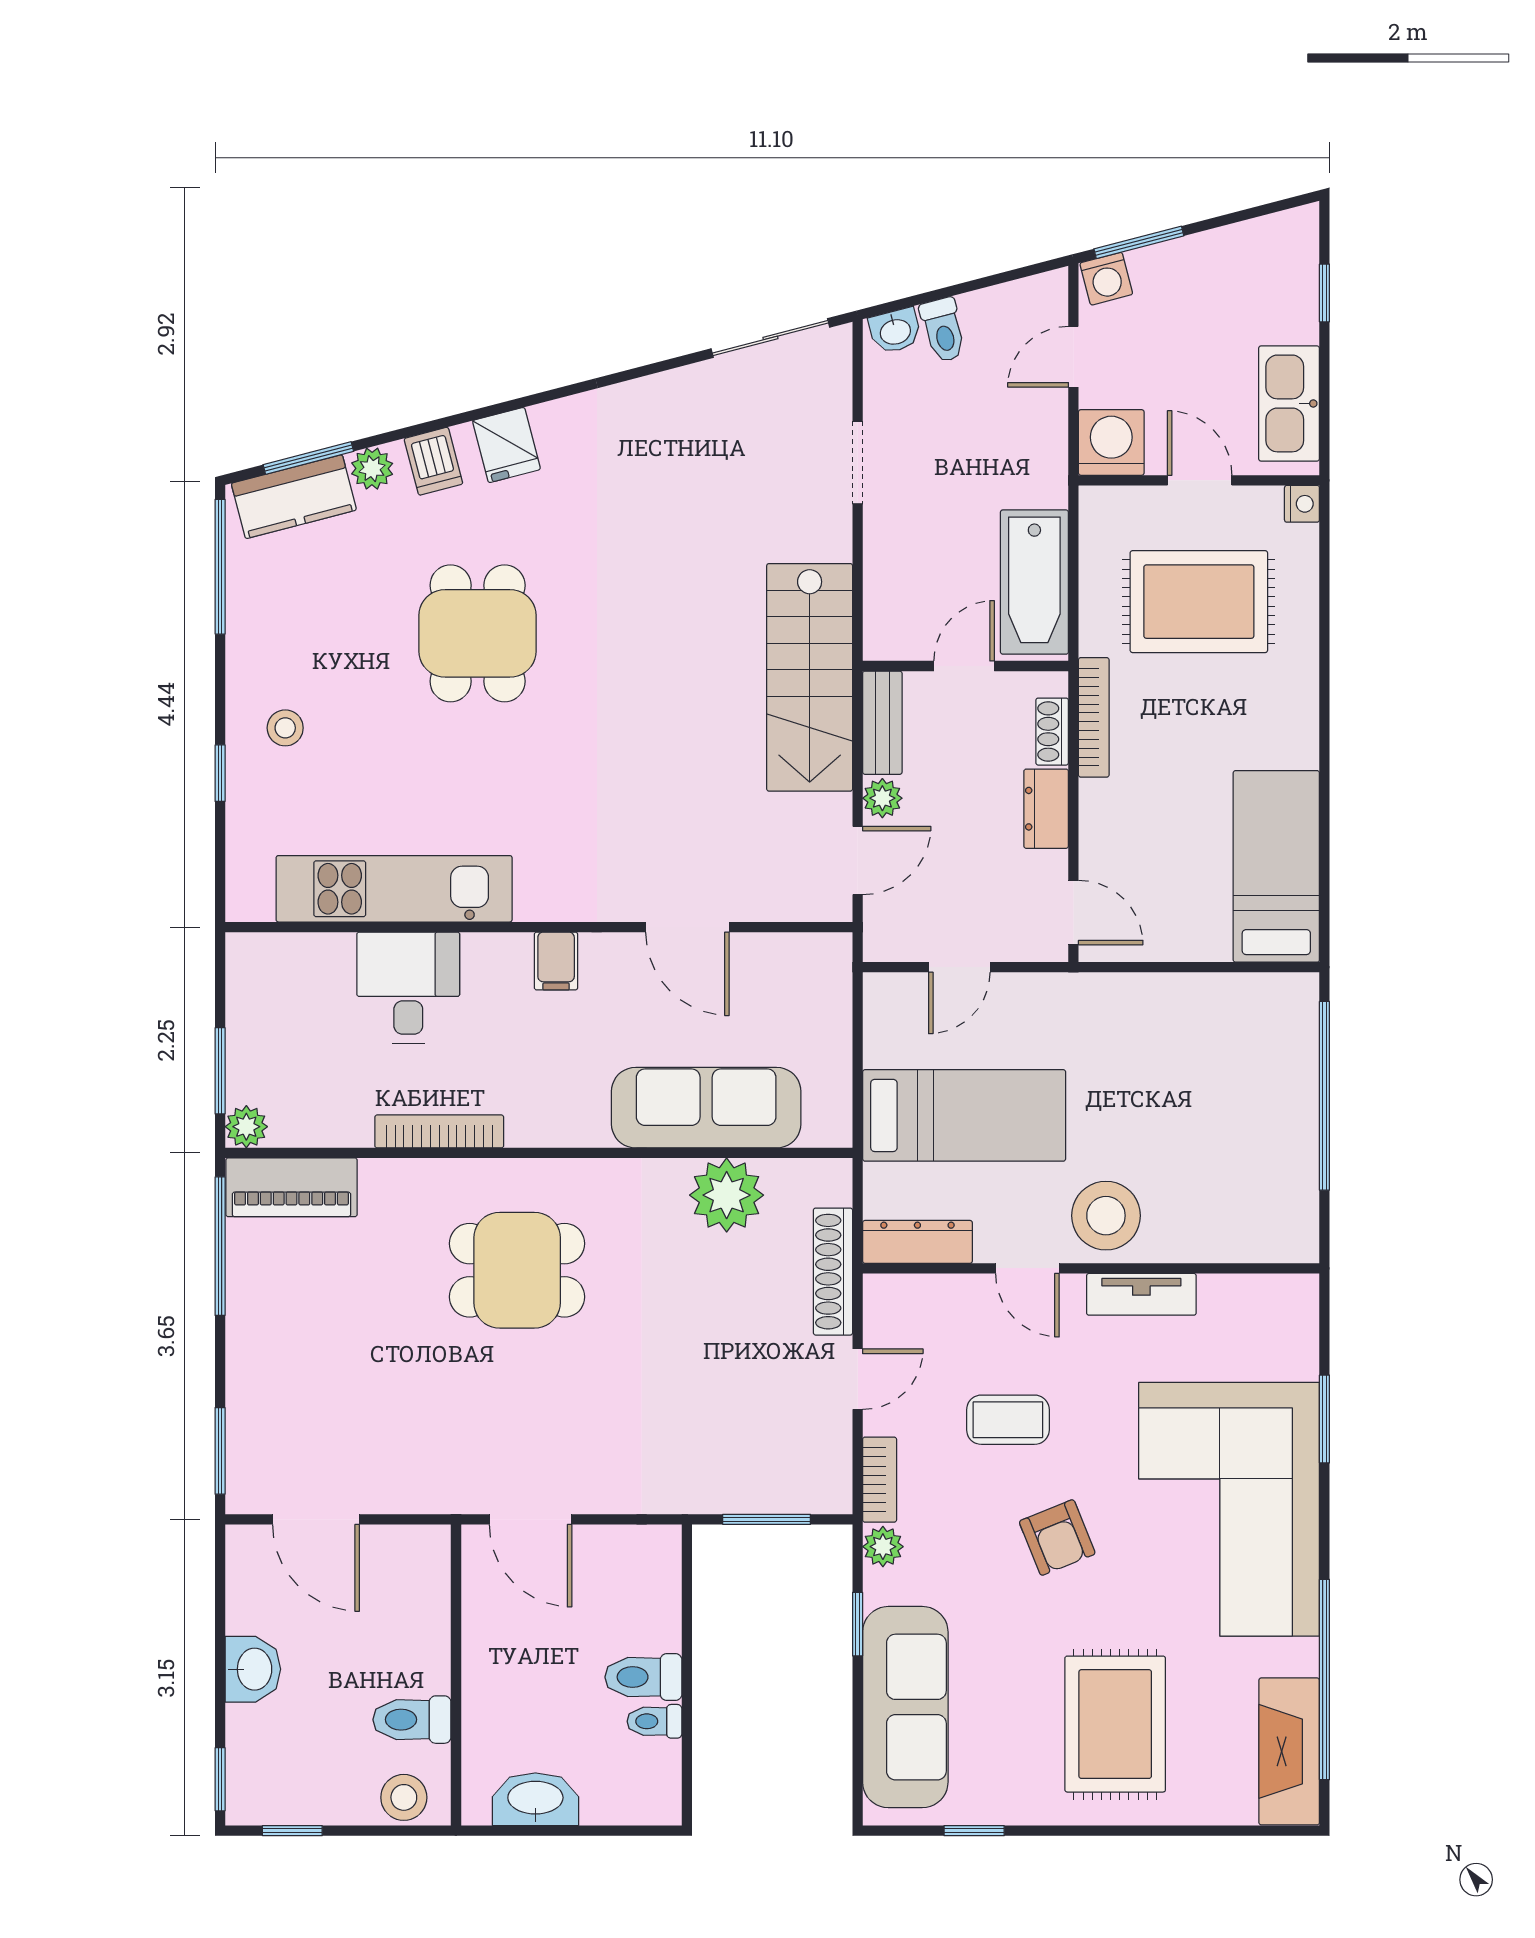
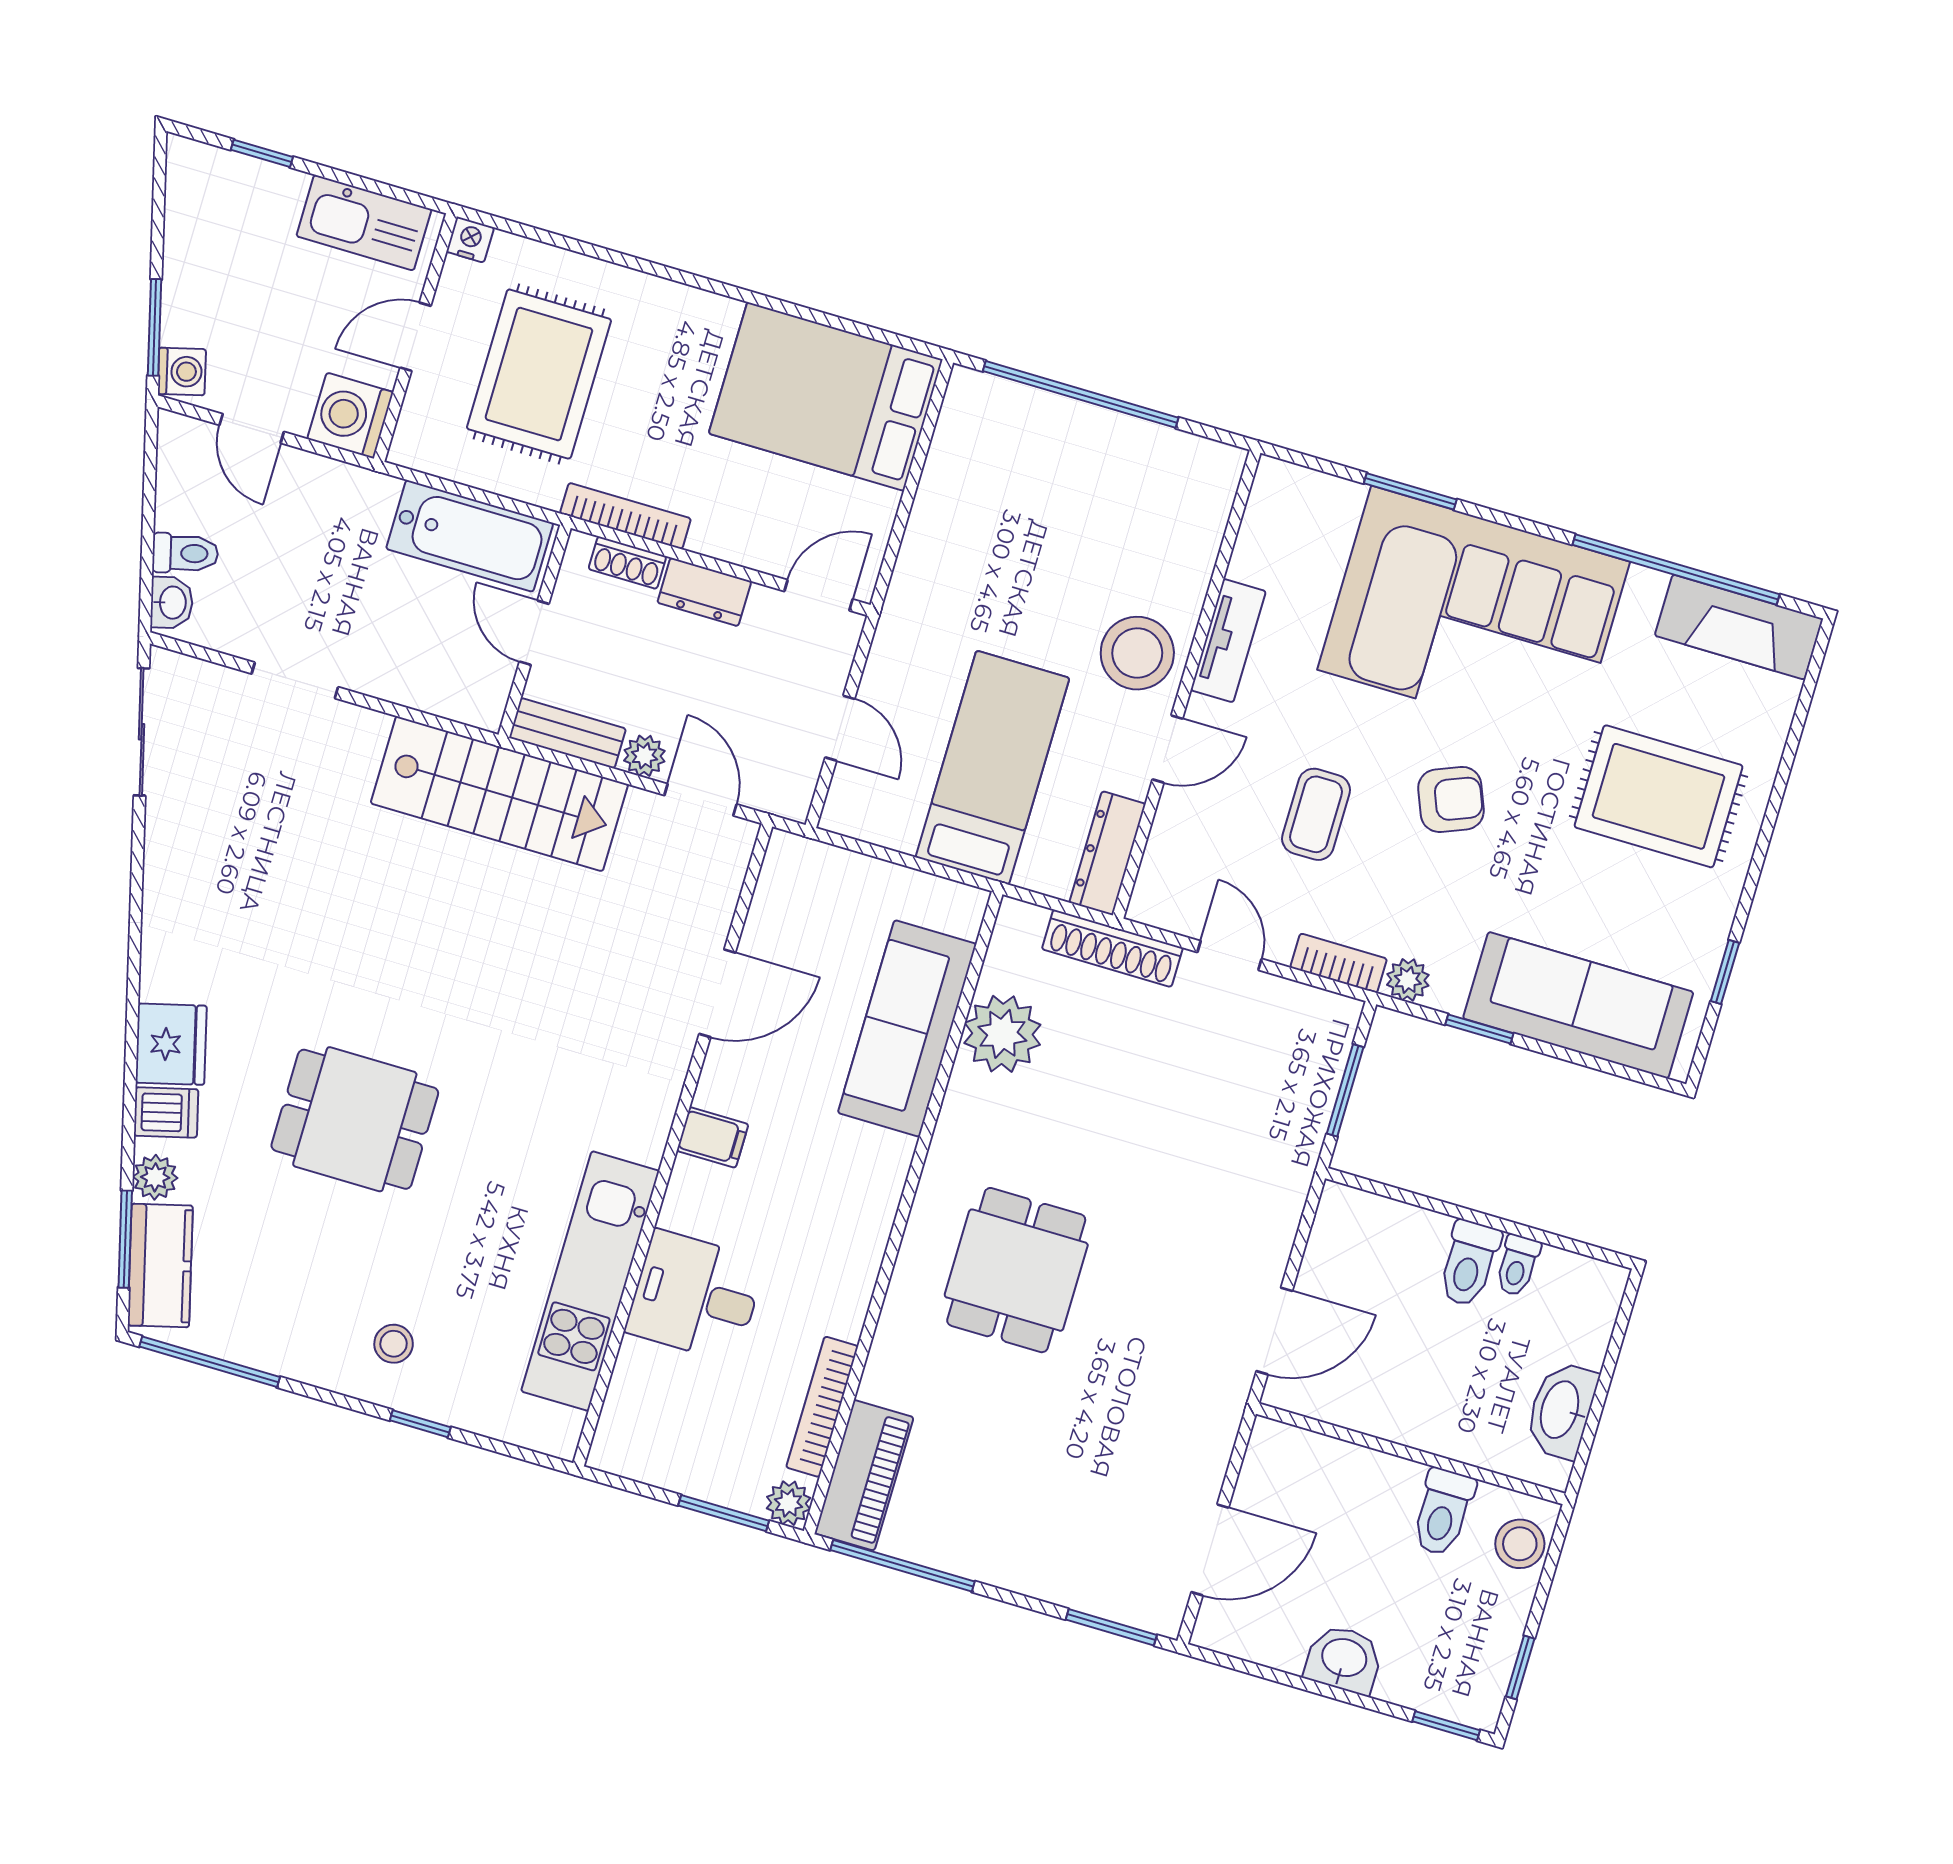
fridge: (507, 445) -> (171, 1044), width x1.38
bed: (1276, 866) -> (826, 397), width x1.50
bookcase: (439, 1131) -> (822, 1407), moved

